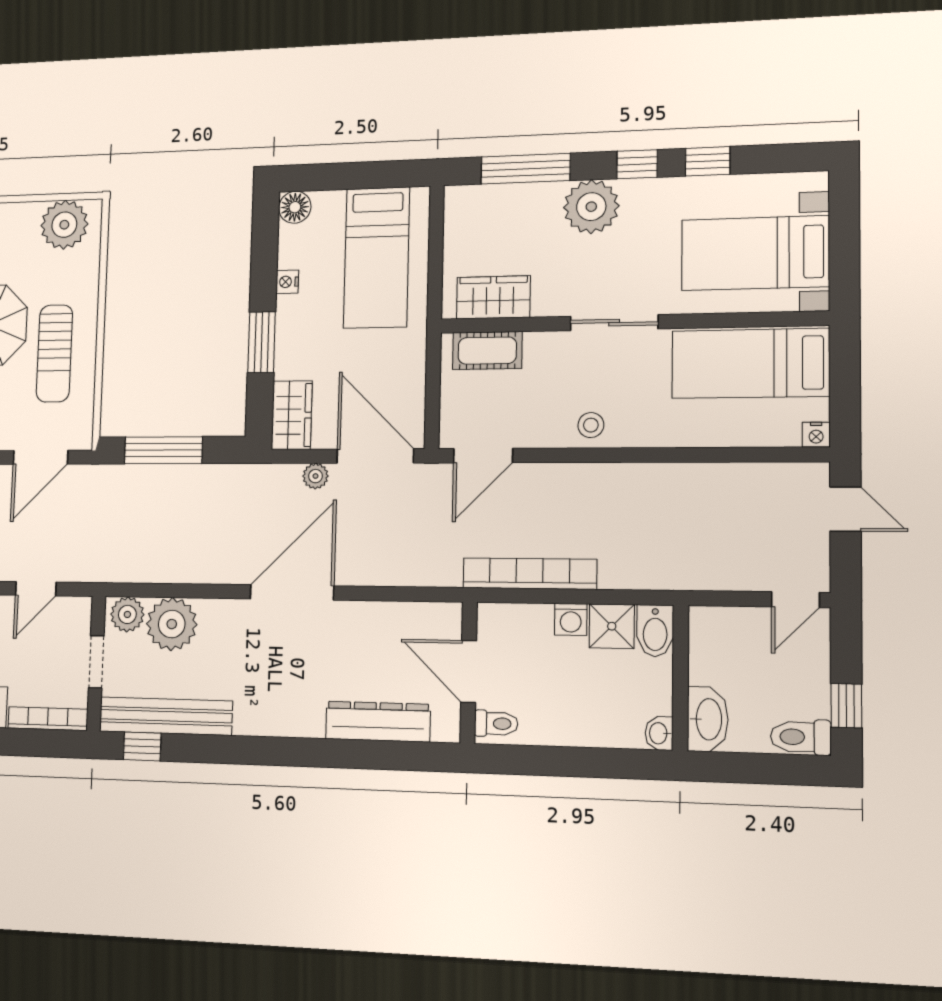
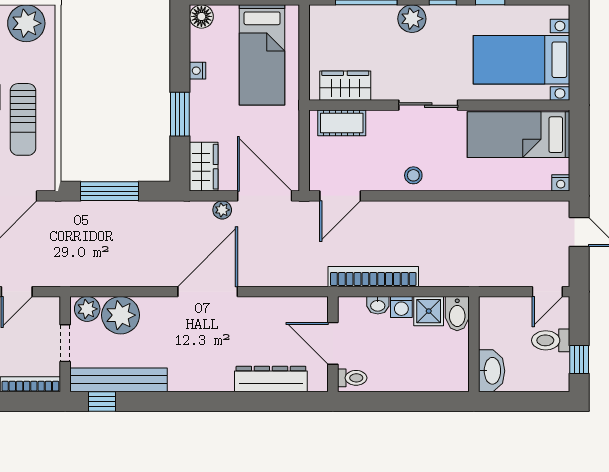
plant: (591, 207) -> (412, 19), width x0.73, depth x0.73
washbasin: (659, 733) -> (378, 305), moved, turned -90
toilet: (801, 737) -> (551, 340), moved

